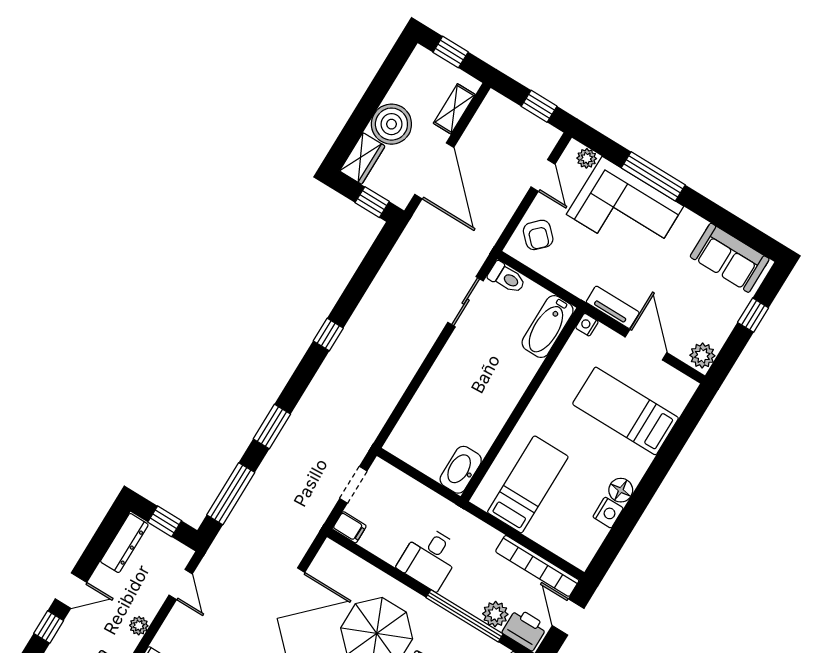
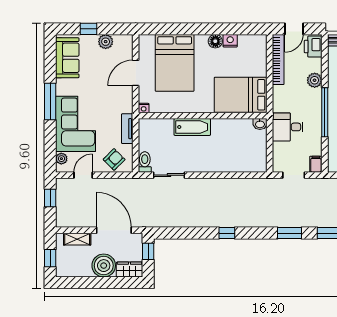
door: (434, 171) -> (114, 230), hinge flipped
window: (653, 176) -> (50, 101), moved
tv unit: (613, 307) -> (127, 129), moved
bathtub: (548, 327) -> (192, 127), moved
plant: (702, 355) -> (106, 42), moved
bed: (626, 411) -> (175, 63), width x1.50
washbasin: (461, 470) -> (260, 124), width x0.52, depth x0.69
bed: (528, 484) -> (241, 95), width x1.50
desk: (430, 558) -> (288, 127), moved, turned 180
plant: (495, 614) -> (315, 80), moved
window: (465, 616) -> (325, 112), moved

